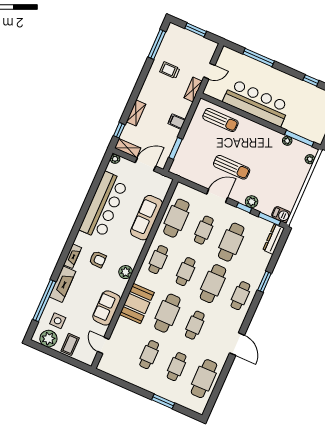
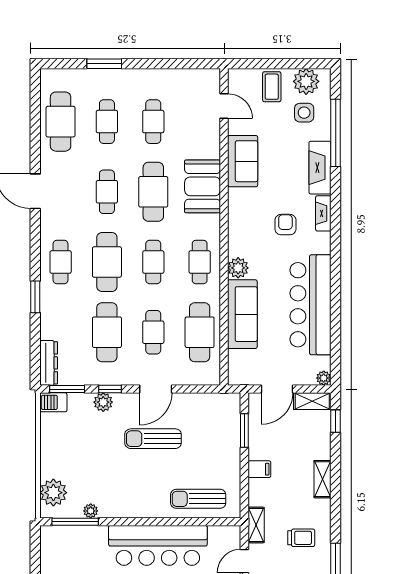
shelving: (136, 113) -> (322, 479), moved
plant: (310, 159) -> (53, 493), width x1.88, depth x1.88
armchair: (98, 259) -> (285, 225), turned 90
plant: (126, 272) -> (238, 268), moved

